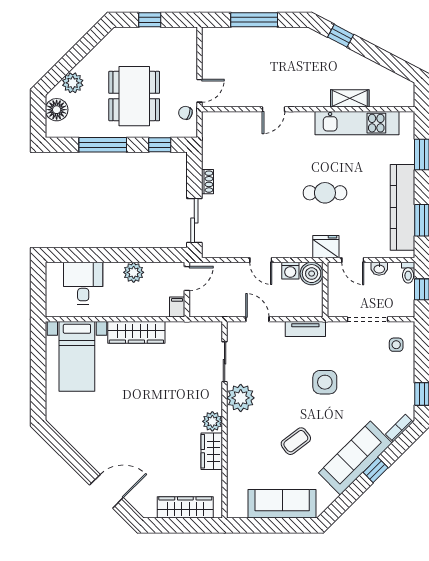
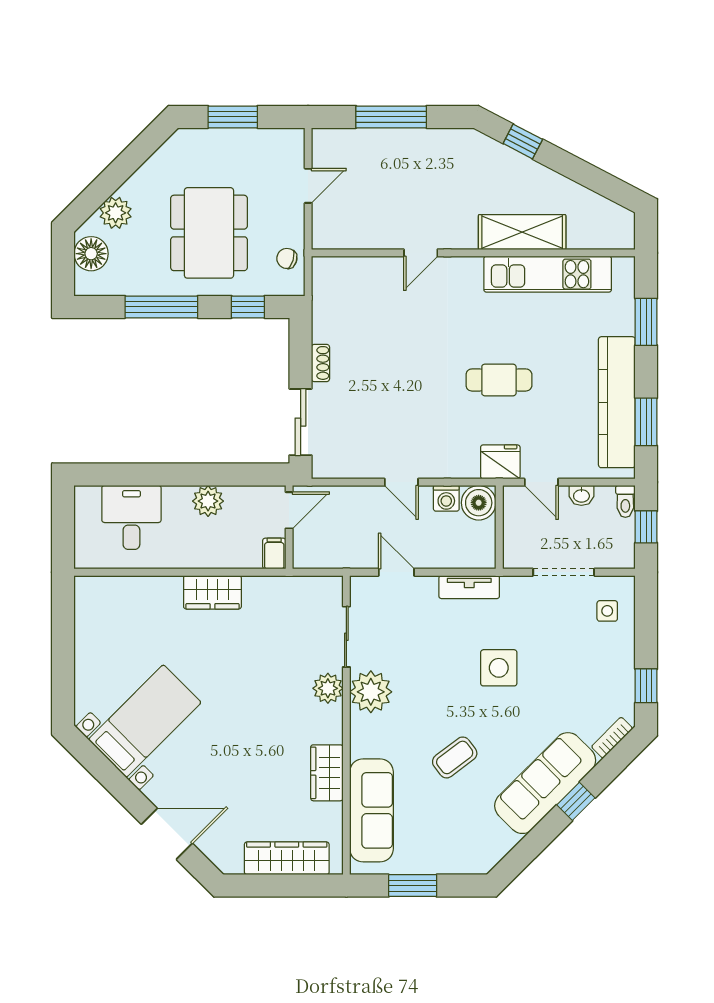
window: (150, 20) -> (233, 117), width x1.50
door: (199, 91) -> (308, 186), moved
shelving: (350, 98) -> (522, 232), width x1.50, depth x1.33
wardrobe: (136, 332) -> (212, 592), width x0.67
bed with nightstands: (77, 356) -> (145, 721), moved, turned -135
plant: (212, 421) -> (328, 688), moved
sofa: (282, 504) -> (372, 810), moved, turned 90
window: (268, 525) -> (413, 886), added

